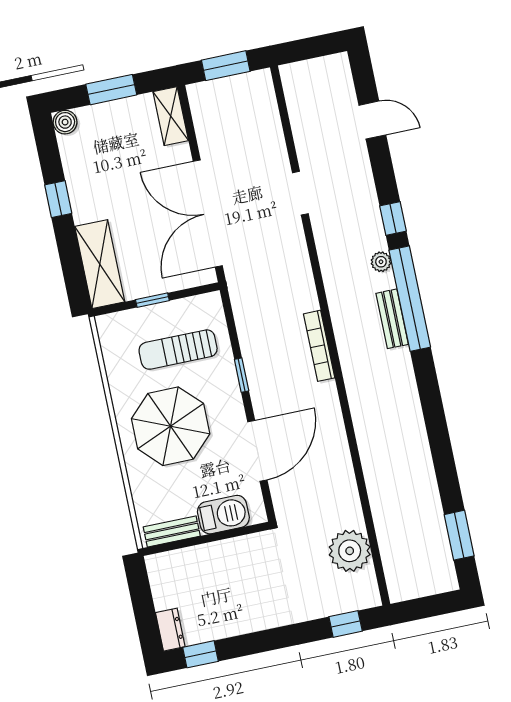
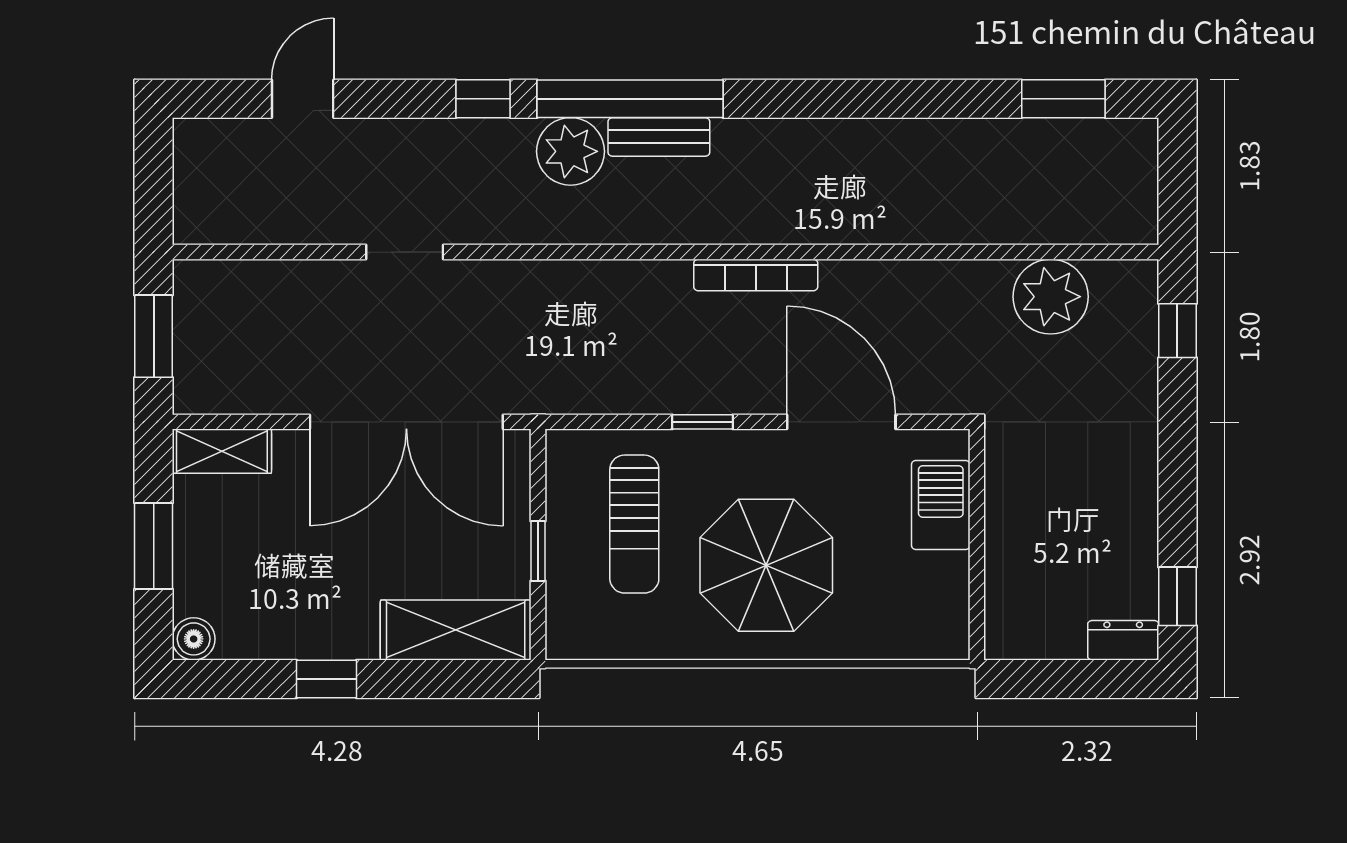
plant: (381, 262) -> (570, 151), width x1.88, depth x1.88
bookcase: (319, 346) -> (756, 275), moved
bench: (172, 531) -> (951, 602), removed

